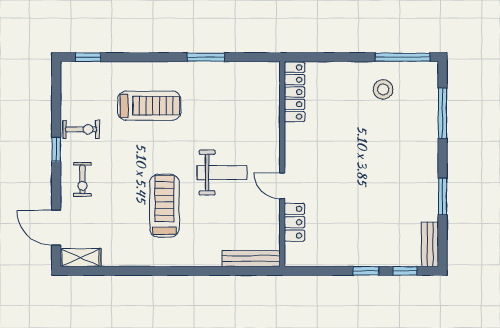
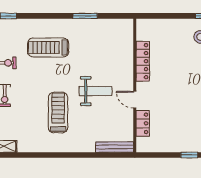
locker: (294, 92) -> (143, 61), moved
treadmill: (149, 106) -> (48, 47), turned 180

